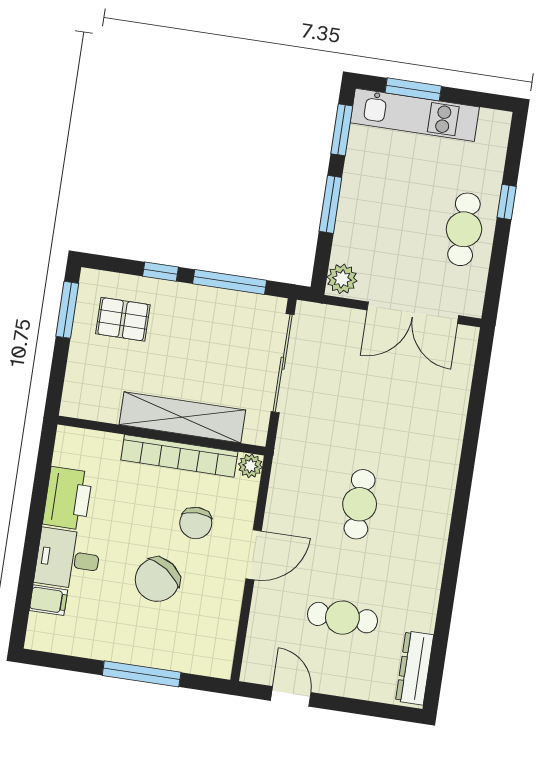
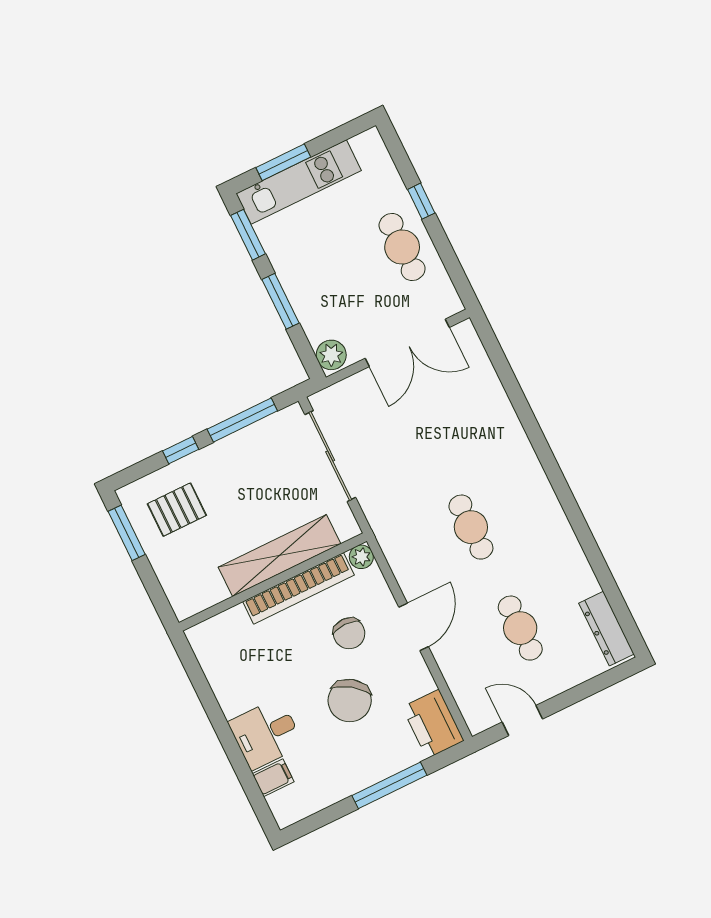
printer: (68, 498) -> (433, 724), moved, turned 180
cafe table: (342, 618) -> (520, 628), turned 90

